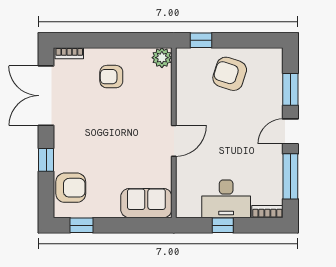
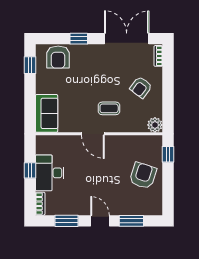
armchair: (111, 77) -> (141, 87), turned -143
coffee table: (140, 119) -> (109, 108), added
window: (290, 176) -> (66, 221), width x0.69

